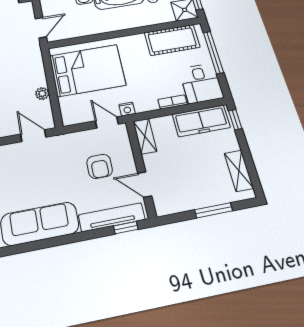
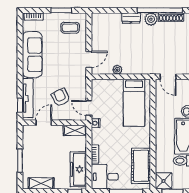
bed: (87, 70) -> (134, 103), width x0.67
door: (107, 122) -> (89, 108), swing flipped
armchair: (100, 166) -> (61, 97), turned 64

